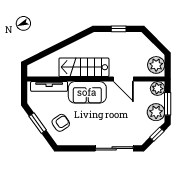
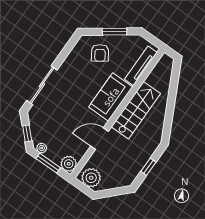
plant: (156, 112) -> (42, 148), width x0.53, depth x0.53

